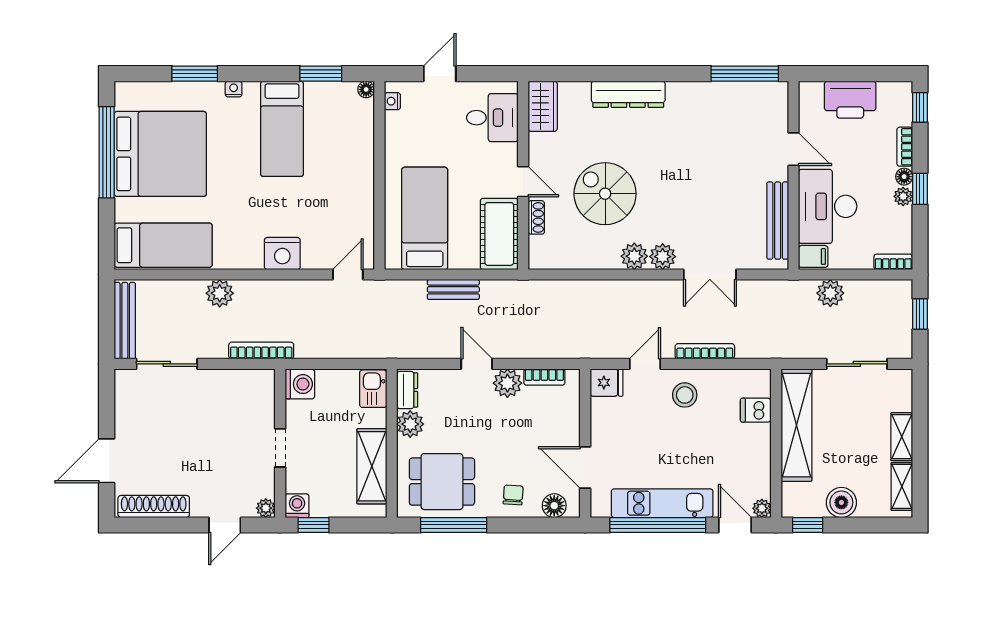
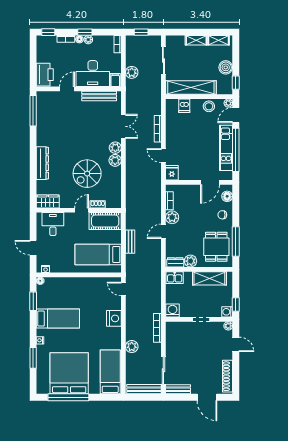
printer: (850, 100) -> (45, 75), moved
stool: (685, 395) -> (209, 106), moved
bench: (125, 396) -> (178, 389), added

